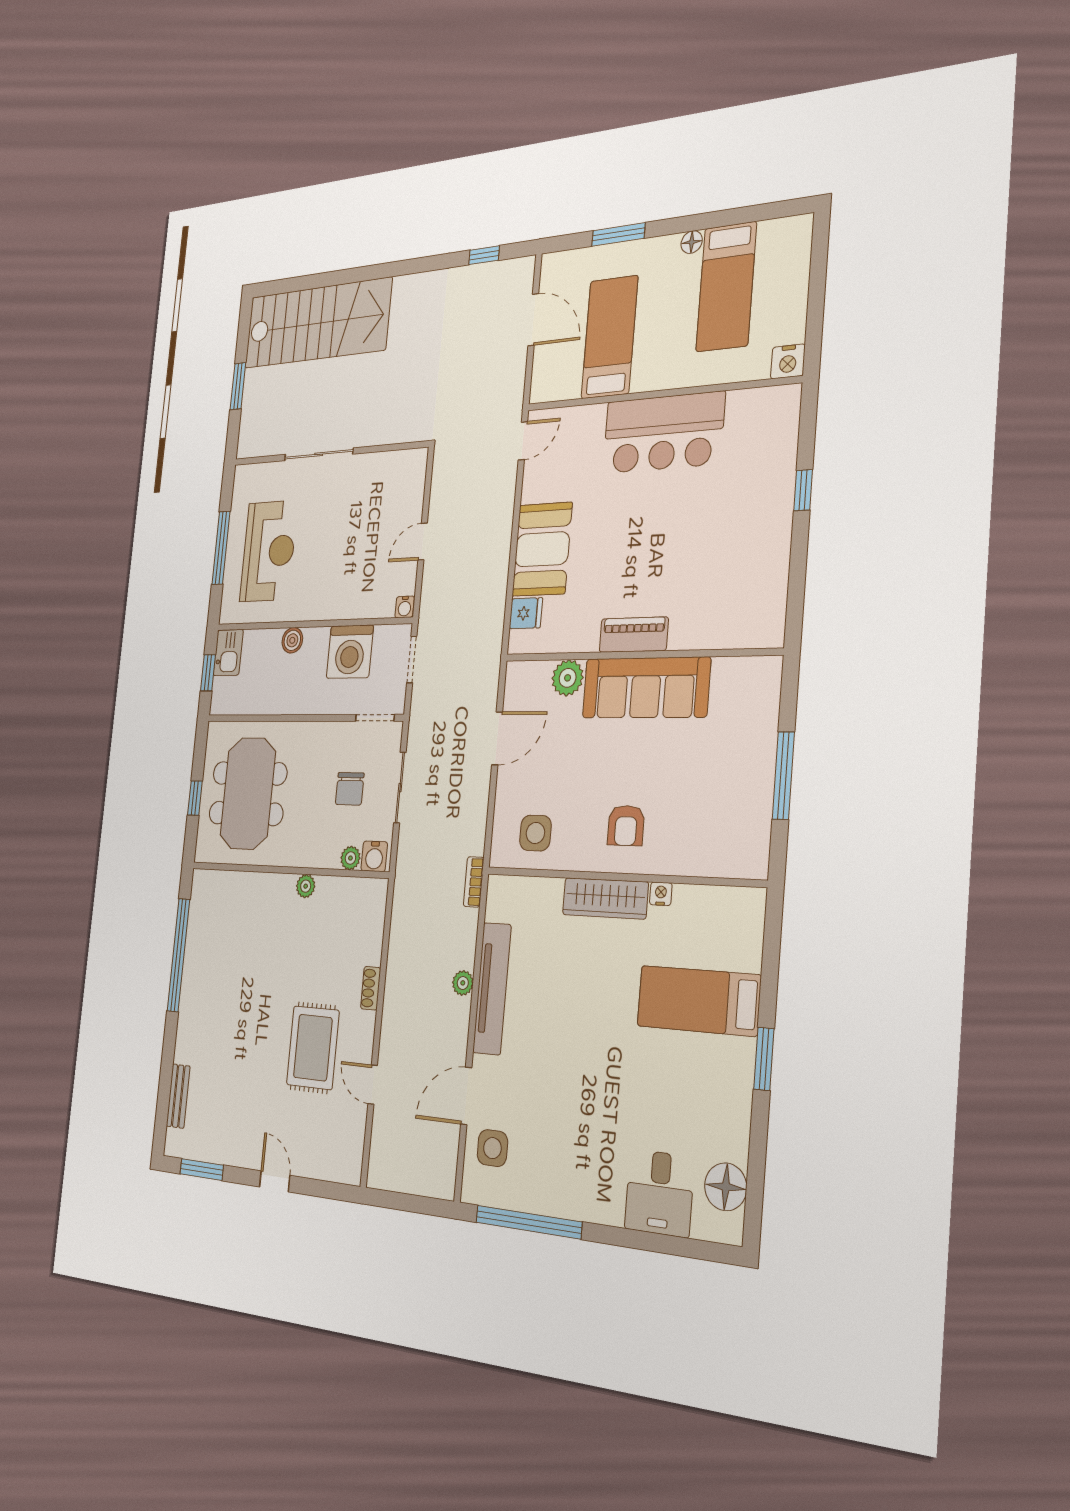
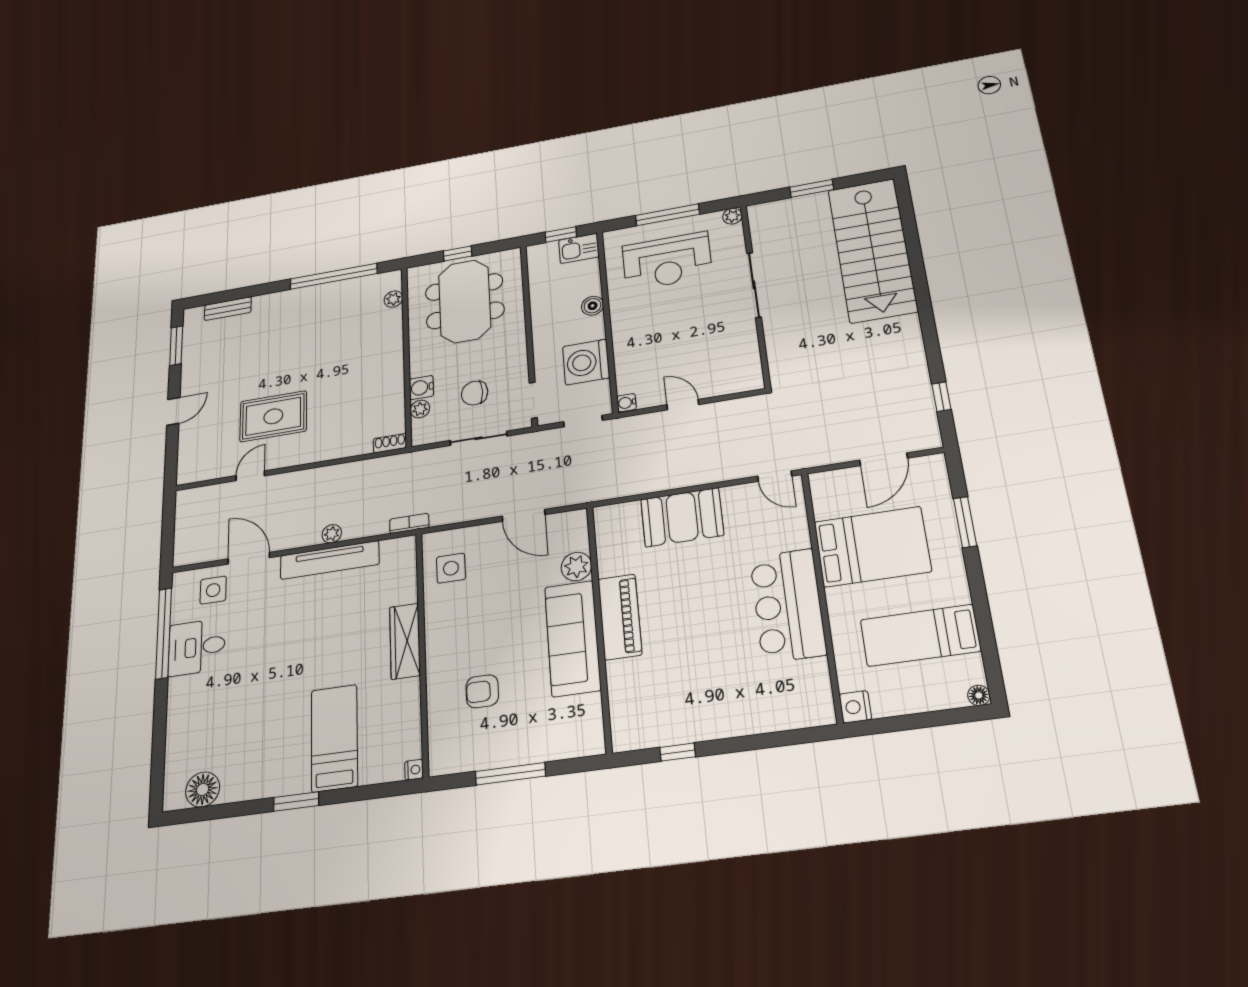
floor lamp: (692, 242) -> (979, 695), moved
bed: (610, 337) -> (872, 547), width x1.50
plant: (242, 475) -> (732, 216), added
window: (803, 490) -> (678, 752), moved
fridge: (526, 613) -> (627, 516), removed
piano: (634, 635) -> (620, 617), width x1.37, depth x1.33
meeting table: (248, 793) -> (465, 301), turned 90
armchair: (626, 825) -> (482, 691), moved
water cooler: (374, 856) -> (421, 388), moved
plant: (306, 886) -> (393, 299), moved
nightstand: (661, 894) -> (414, 770), moved
shoe rack: (371, 988) -> (390, 443), moved
desk: (659, 1193) -> (197, 647), moved

